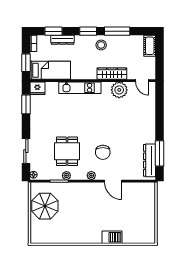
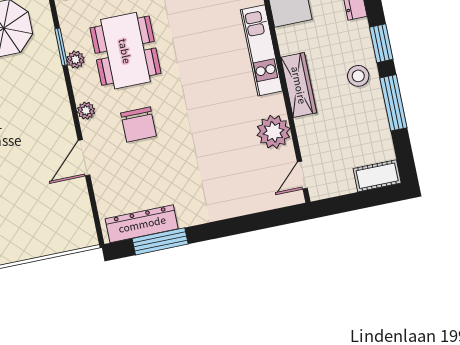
wardrobe: (112, 74) -> (299, 85), moved
dining table: (67, 151) -> (125, 51), width x1.38
chair: (103, 152) -> (139, 125), turned -90

